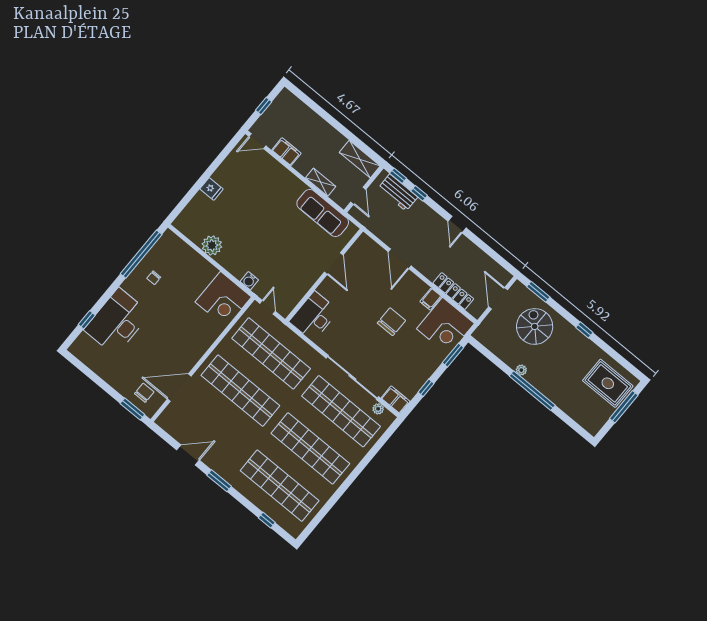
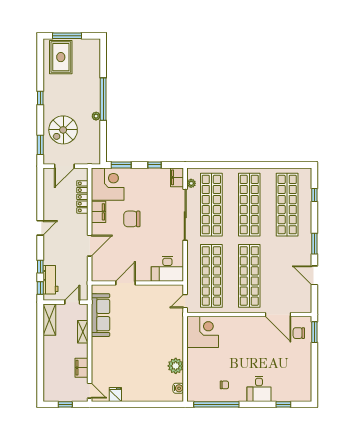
fridge: (211, 189) -> (115, 394), moved
water cooler: (249, 281) -> (178, 388), moved
filing cabinet: (431, 299) -> (98, 212), width x2.00
desk: (117, 322) -> (259, 389), width x0.53, depth x0.77

